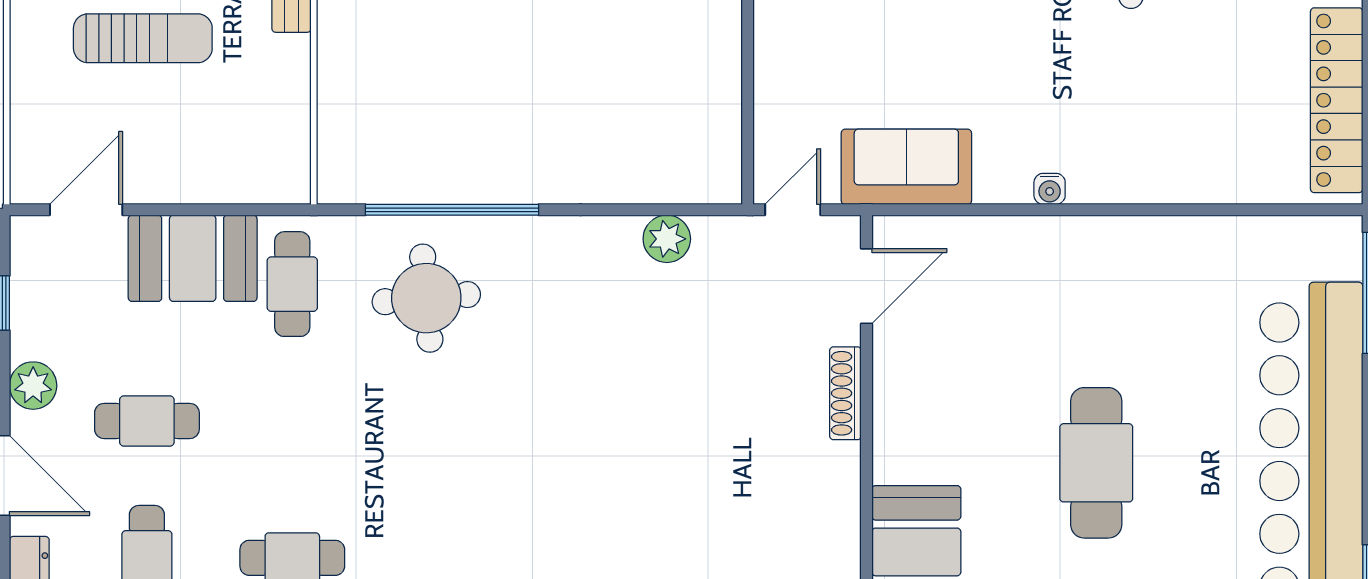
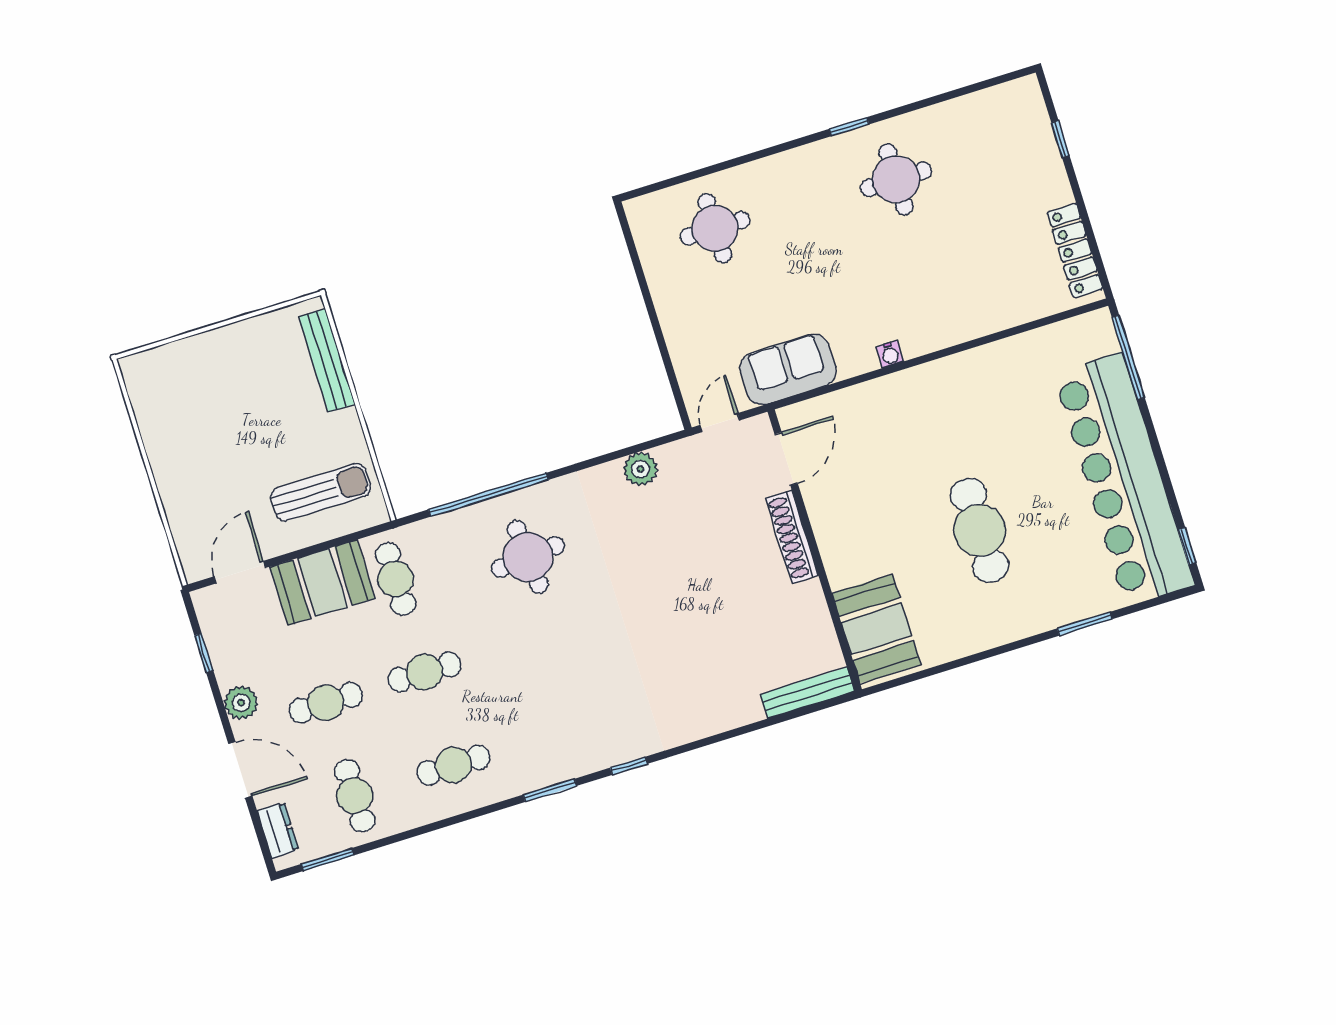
sun lounger: (143, 38) -> (321, 492), moved
locker: (1337, 100) -> (1075, 251), width x0.71, depth x0.83
round table: (426, 298) -> (528, 557), moved
shoe rack: (845, 393) -> (792, 537), width x1.36, depth x1.24
cafe table: (292, 421) -> (425, 672), added

